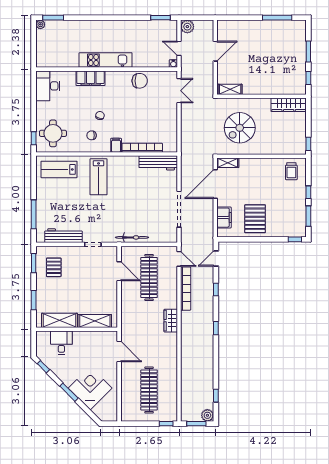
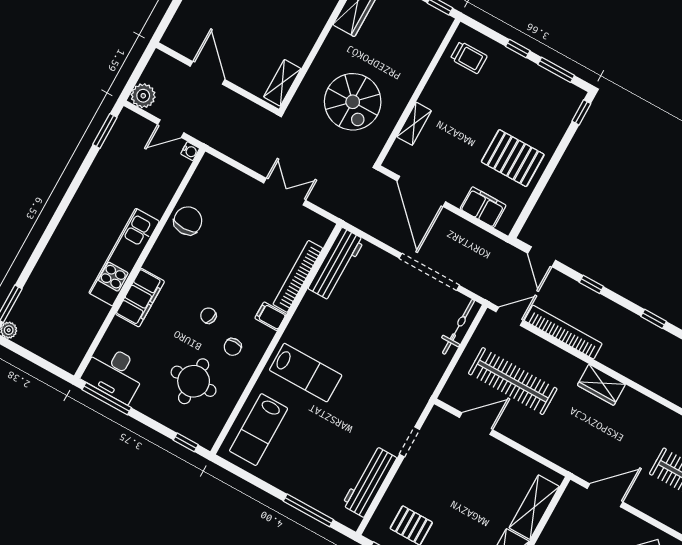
window: (34, 89) -> (107, 399), added
double door: (179, 91) -> (285, 192), moved
round table: (53, 133) -> (194, 381), moved
shelving: (228, 163) -> (414, 124), moved
bicycle: (132, 237) -> (459, 327), moved

